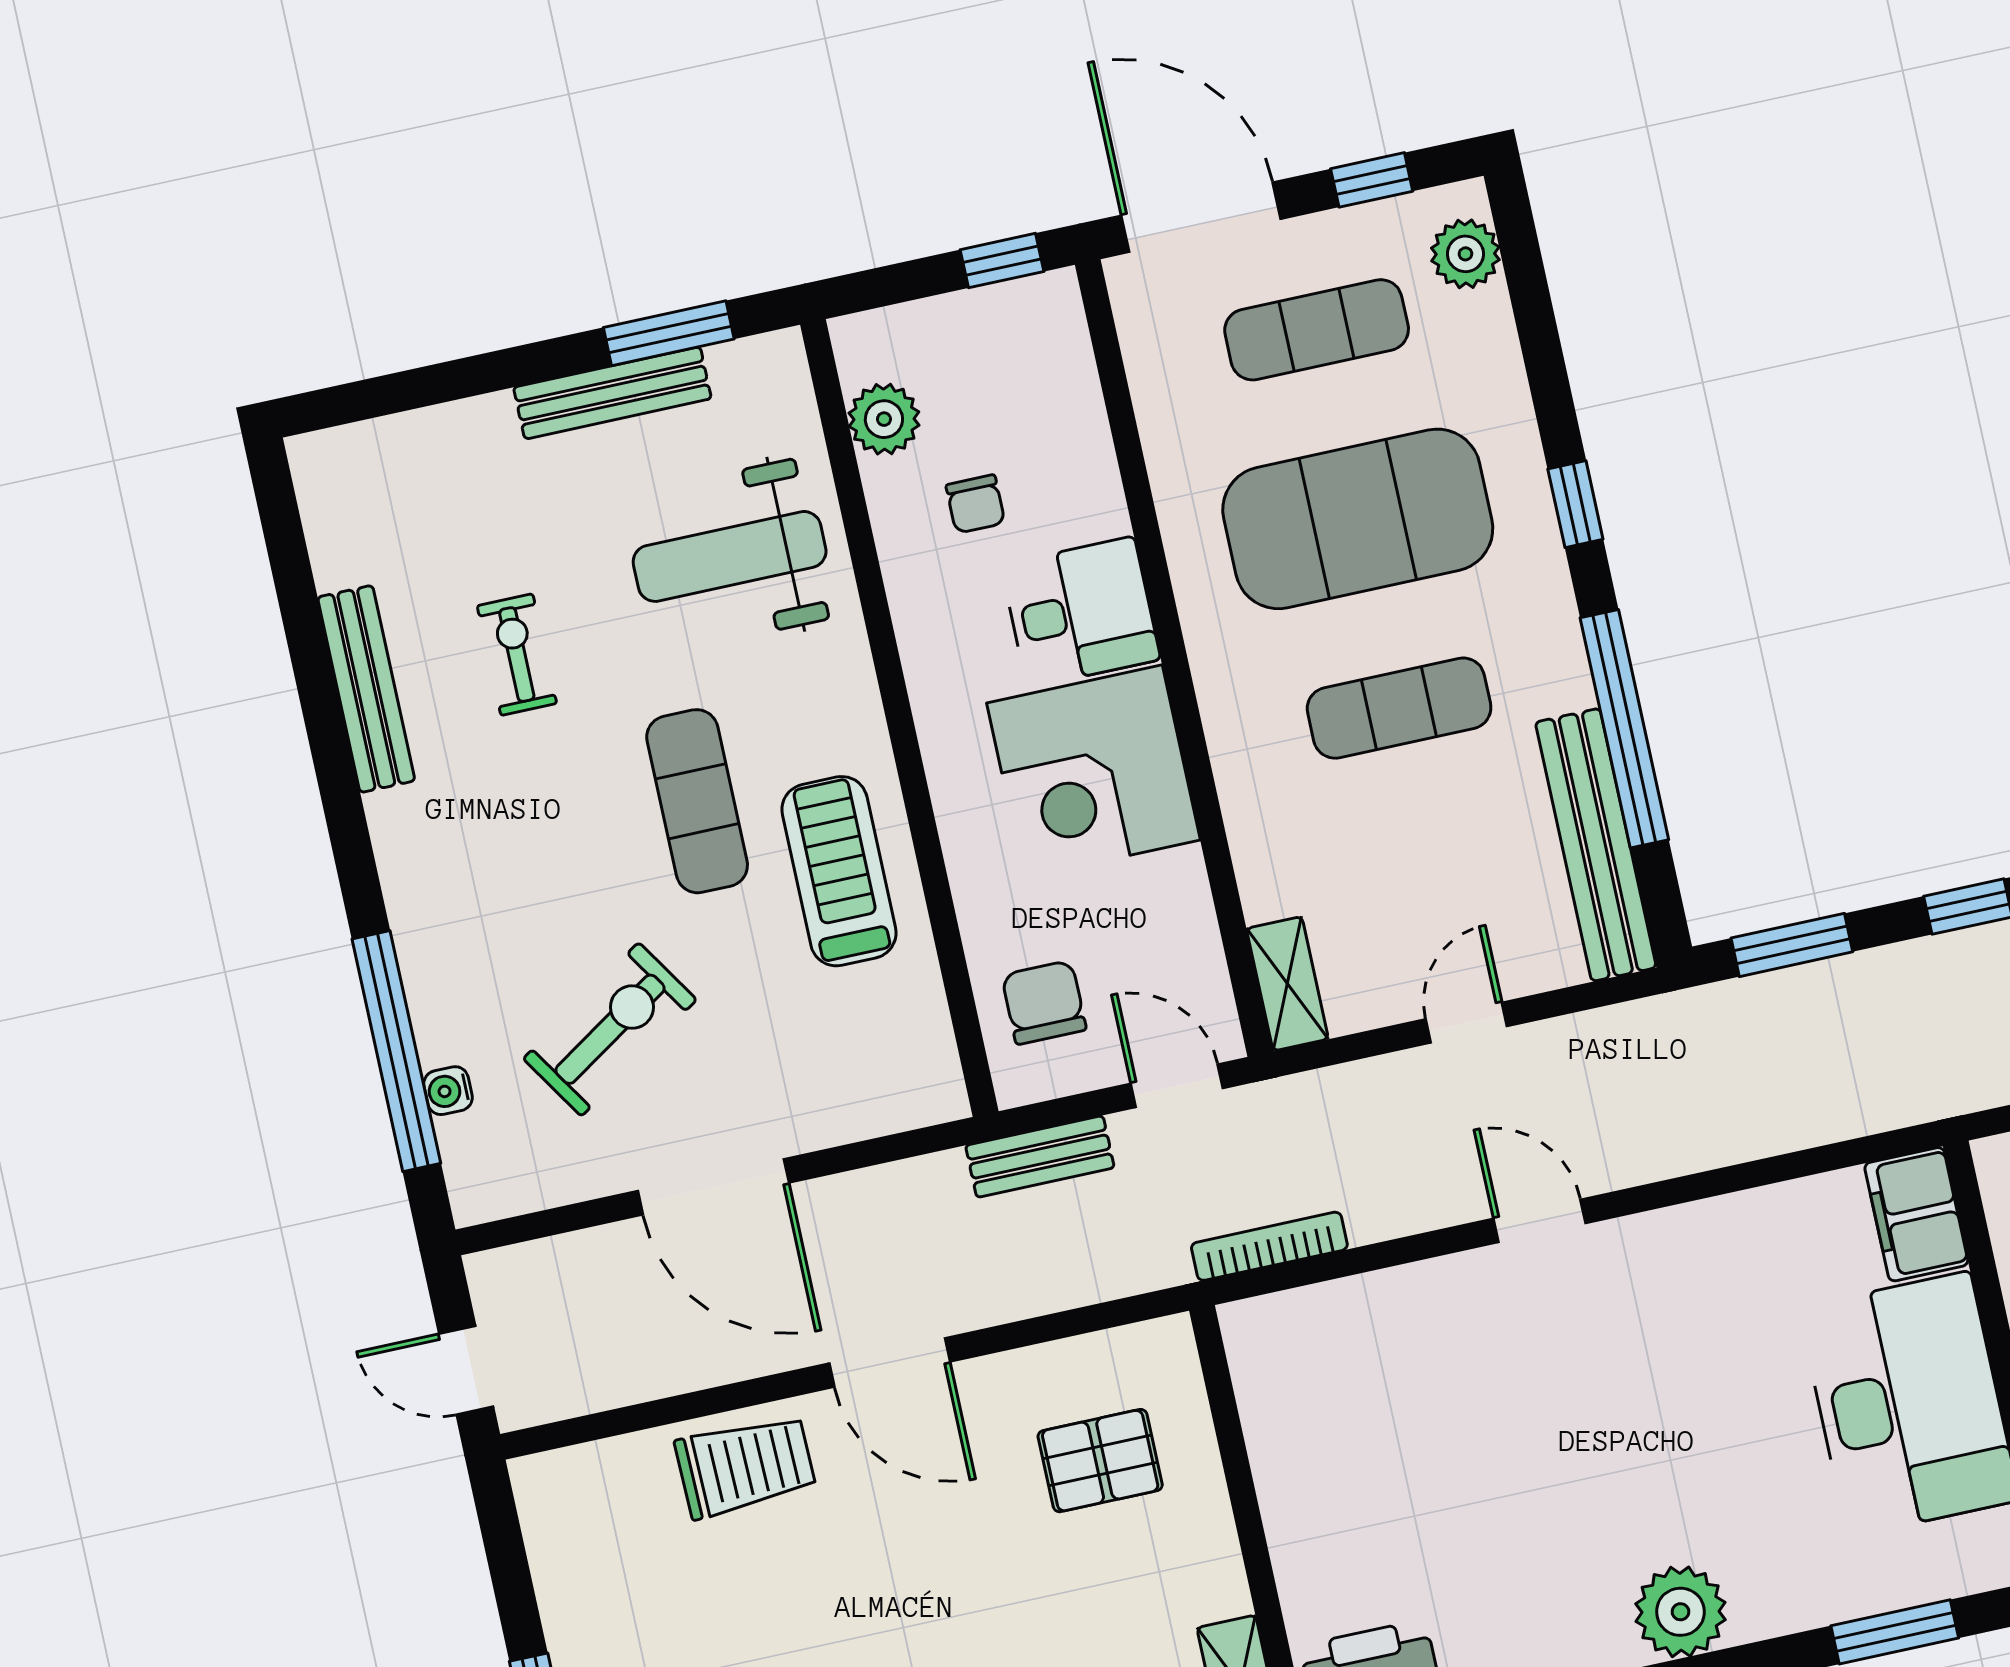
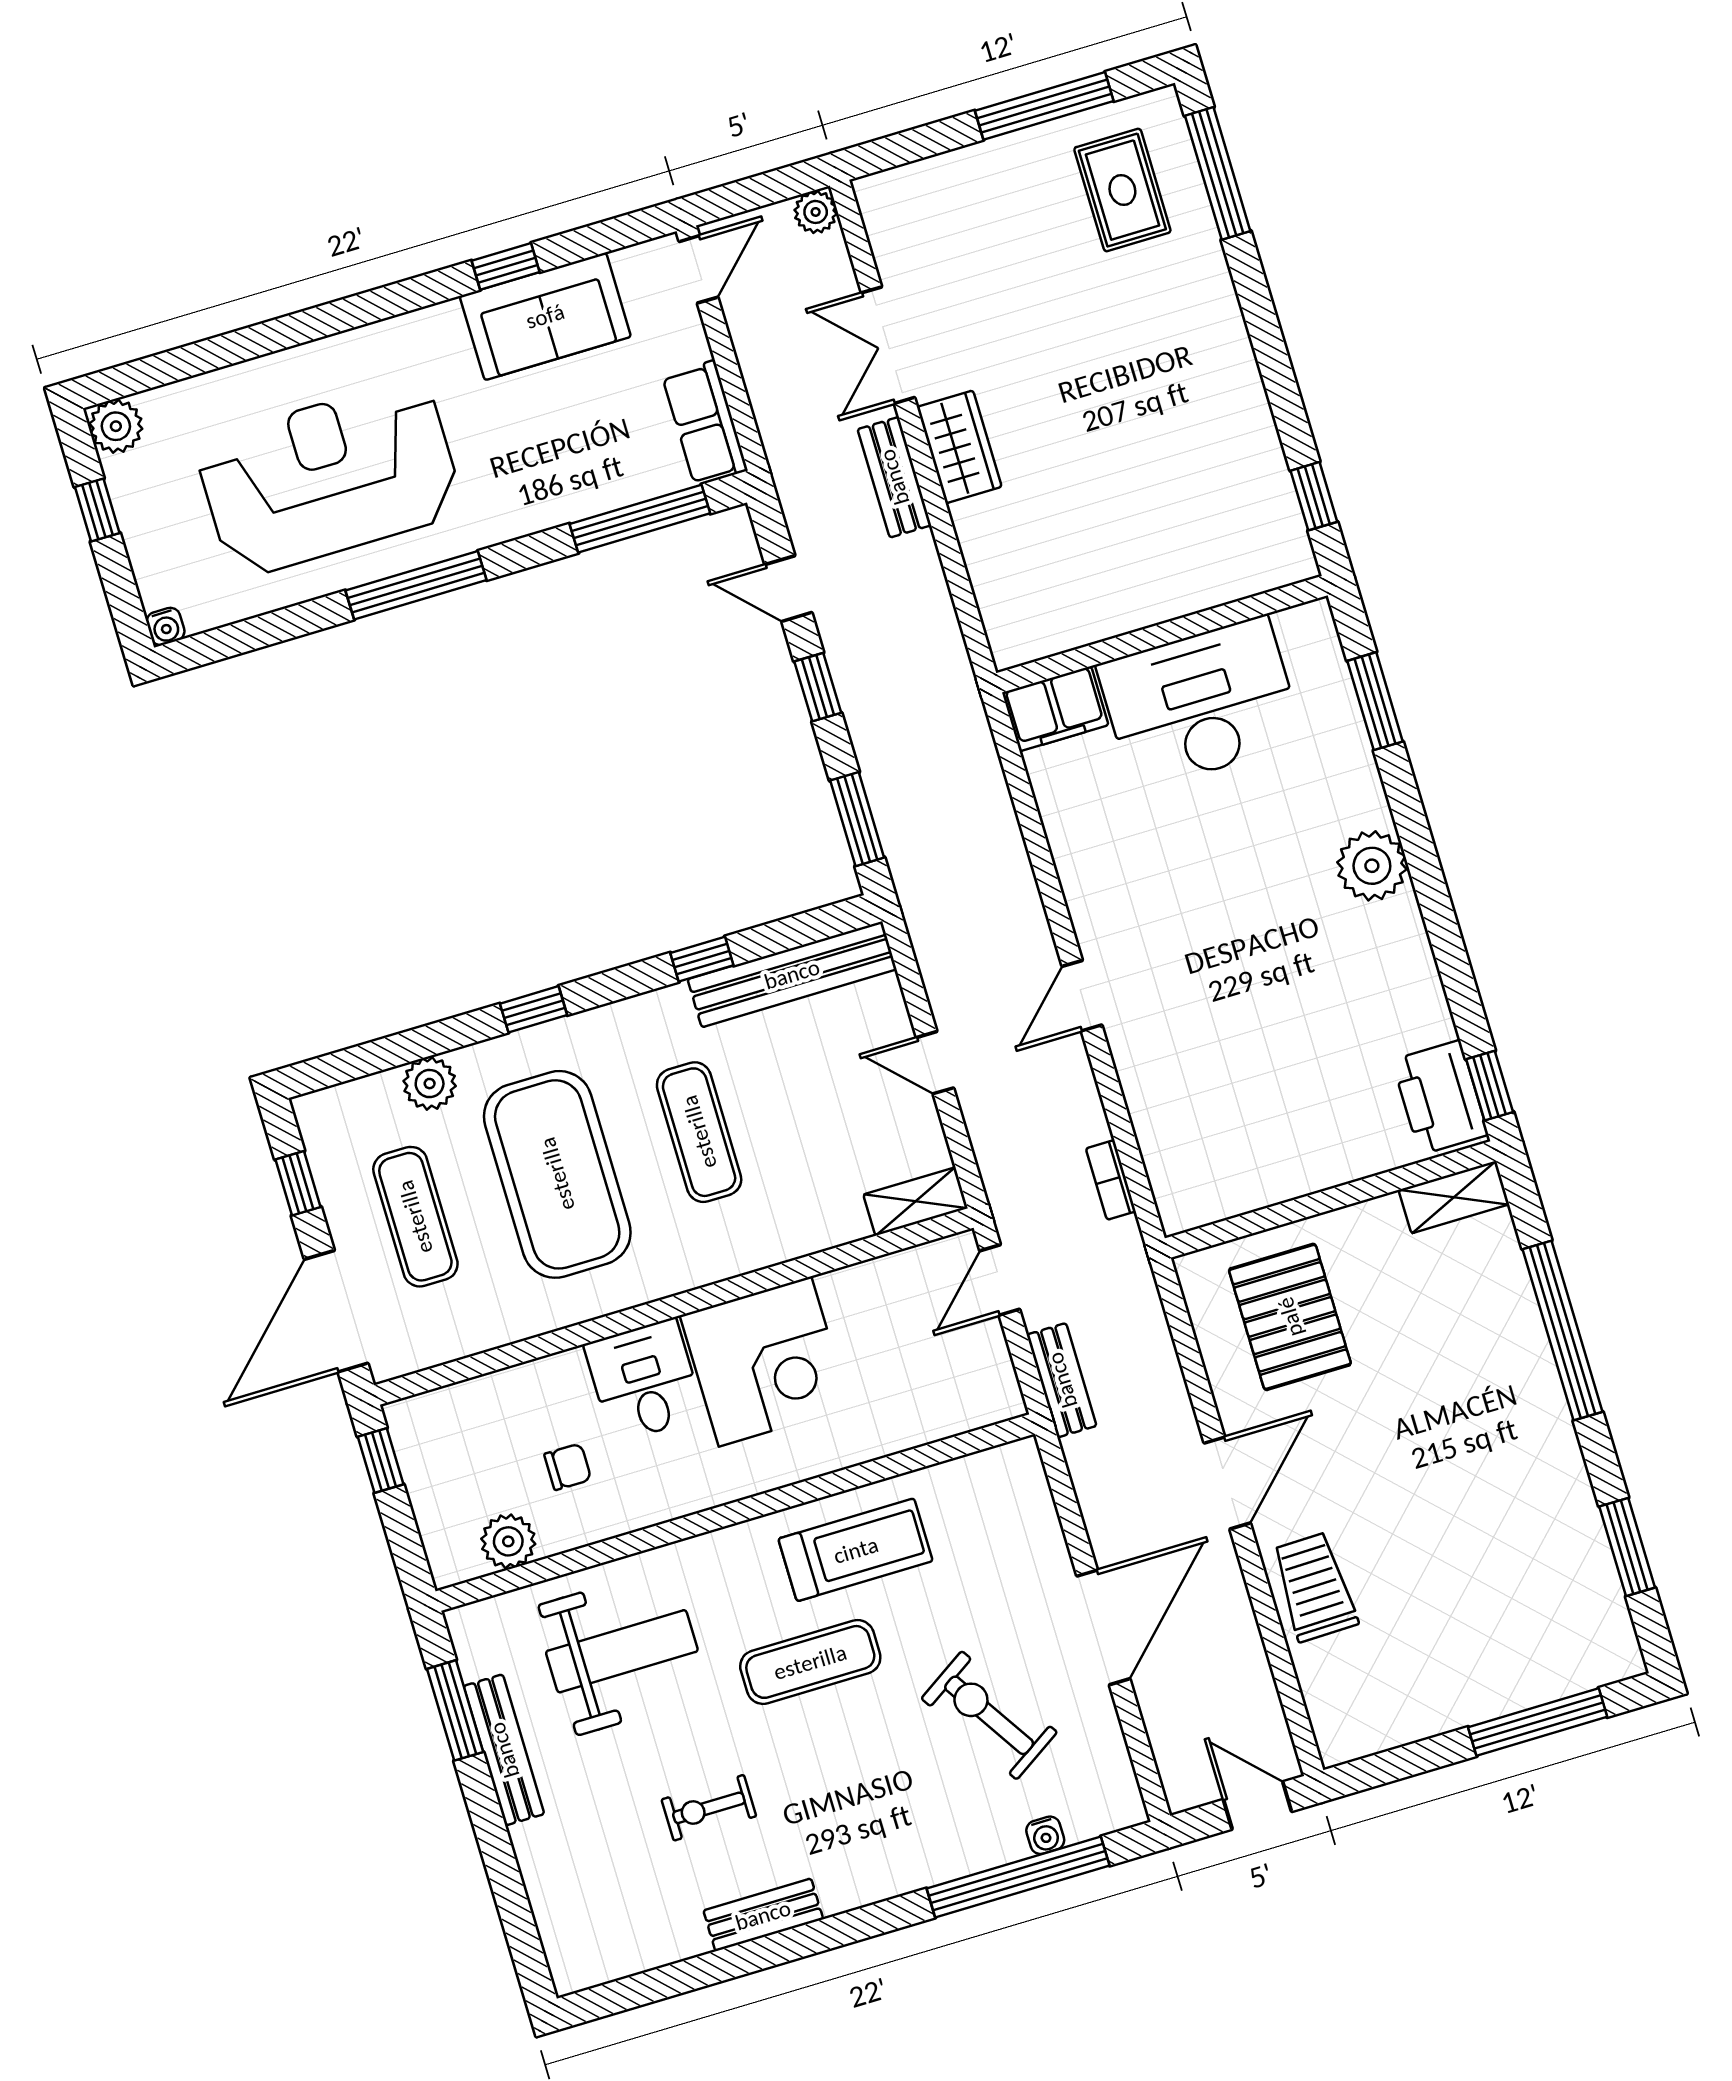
plant: (1465, 254) -> (430, 1084), moved
weight bench: (730, 556) -> (622, 1651), turned -90
bench: (366, 689) -> (763, 1915), width x0.73
window: (1624, 729) -> (702, 959), width x0.32
treadmill: (839, 871) -> (856, 1550), turned 180
chair: (1044, 1002) -> (944, 1386), removed
bookcase: (1269, 1246) -> (1111, 1180), width x0.64
door: (466, 1370) -> (1257, 1806), swing flipped
pallet: (1100, 1461) -> (1290, 1317), width x1.50, depth x1.42

